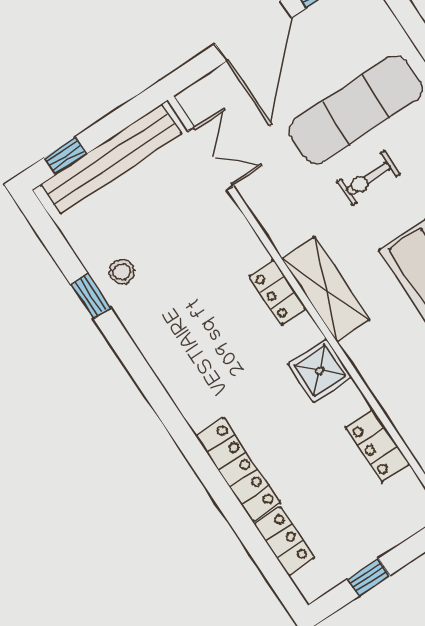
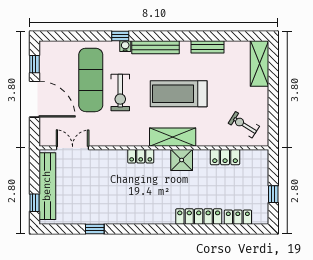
exercise bike: (368, 178) -> (120, 92), width x1.38, depth x1.39
stool: (122, 272) -> (93, 211), removed
shelving: (326, 289) -> (173, 137), moved

